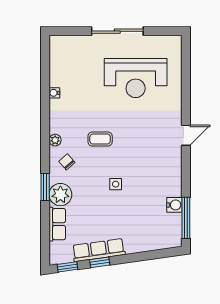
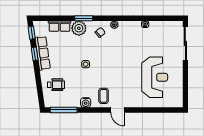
sliding door: (117, 31) -> (185, 43), moved
reception desk: (136, 78) -> (155, 77), turned 180
coffee table: (100, 139) -> (104, 96), moved
water cooler: (174, 205) -> (86, 102), moved
wheelchair: (147, 230) -> (56, 85), added

